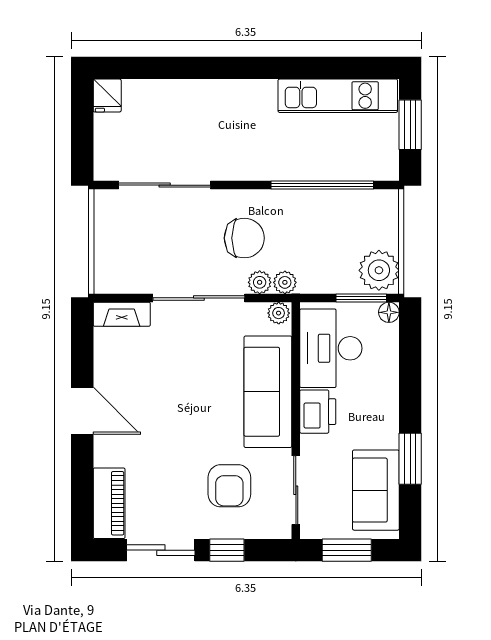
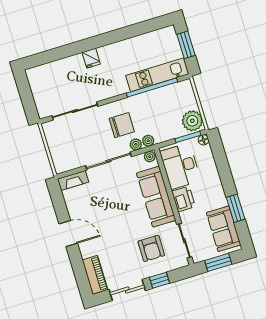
fridge: (107, 96) -> (91, 58), moved
kitchen unit: (338, 96) -> (157, 75), moved, turned 180

